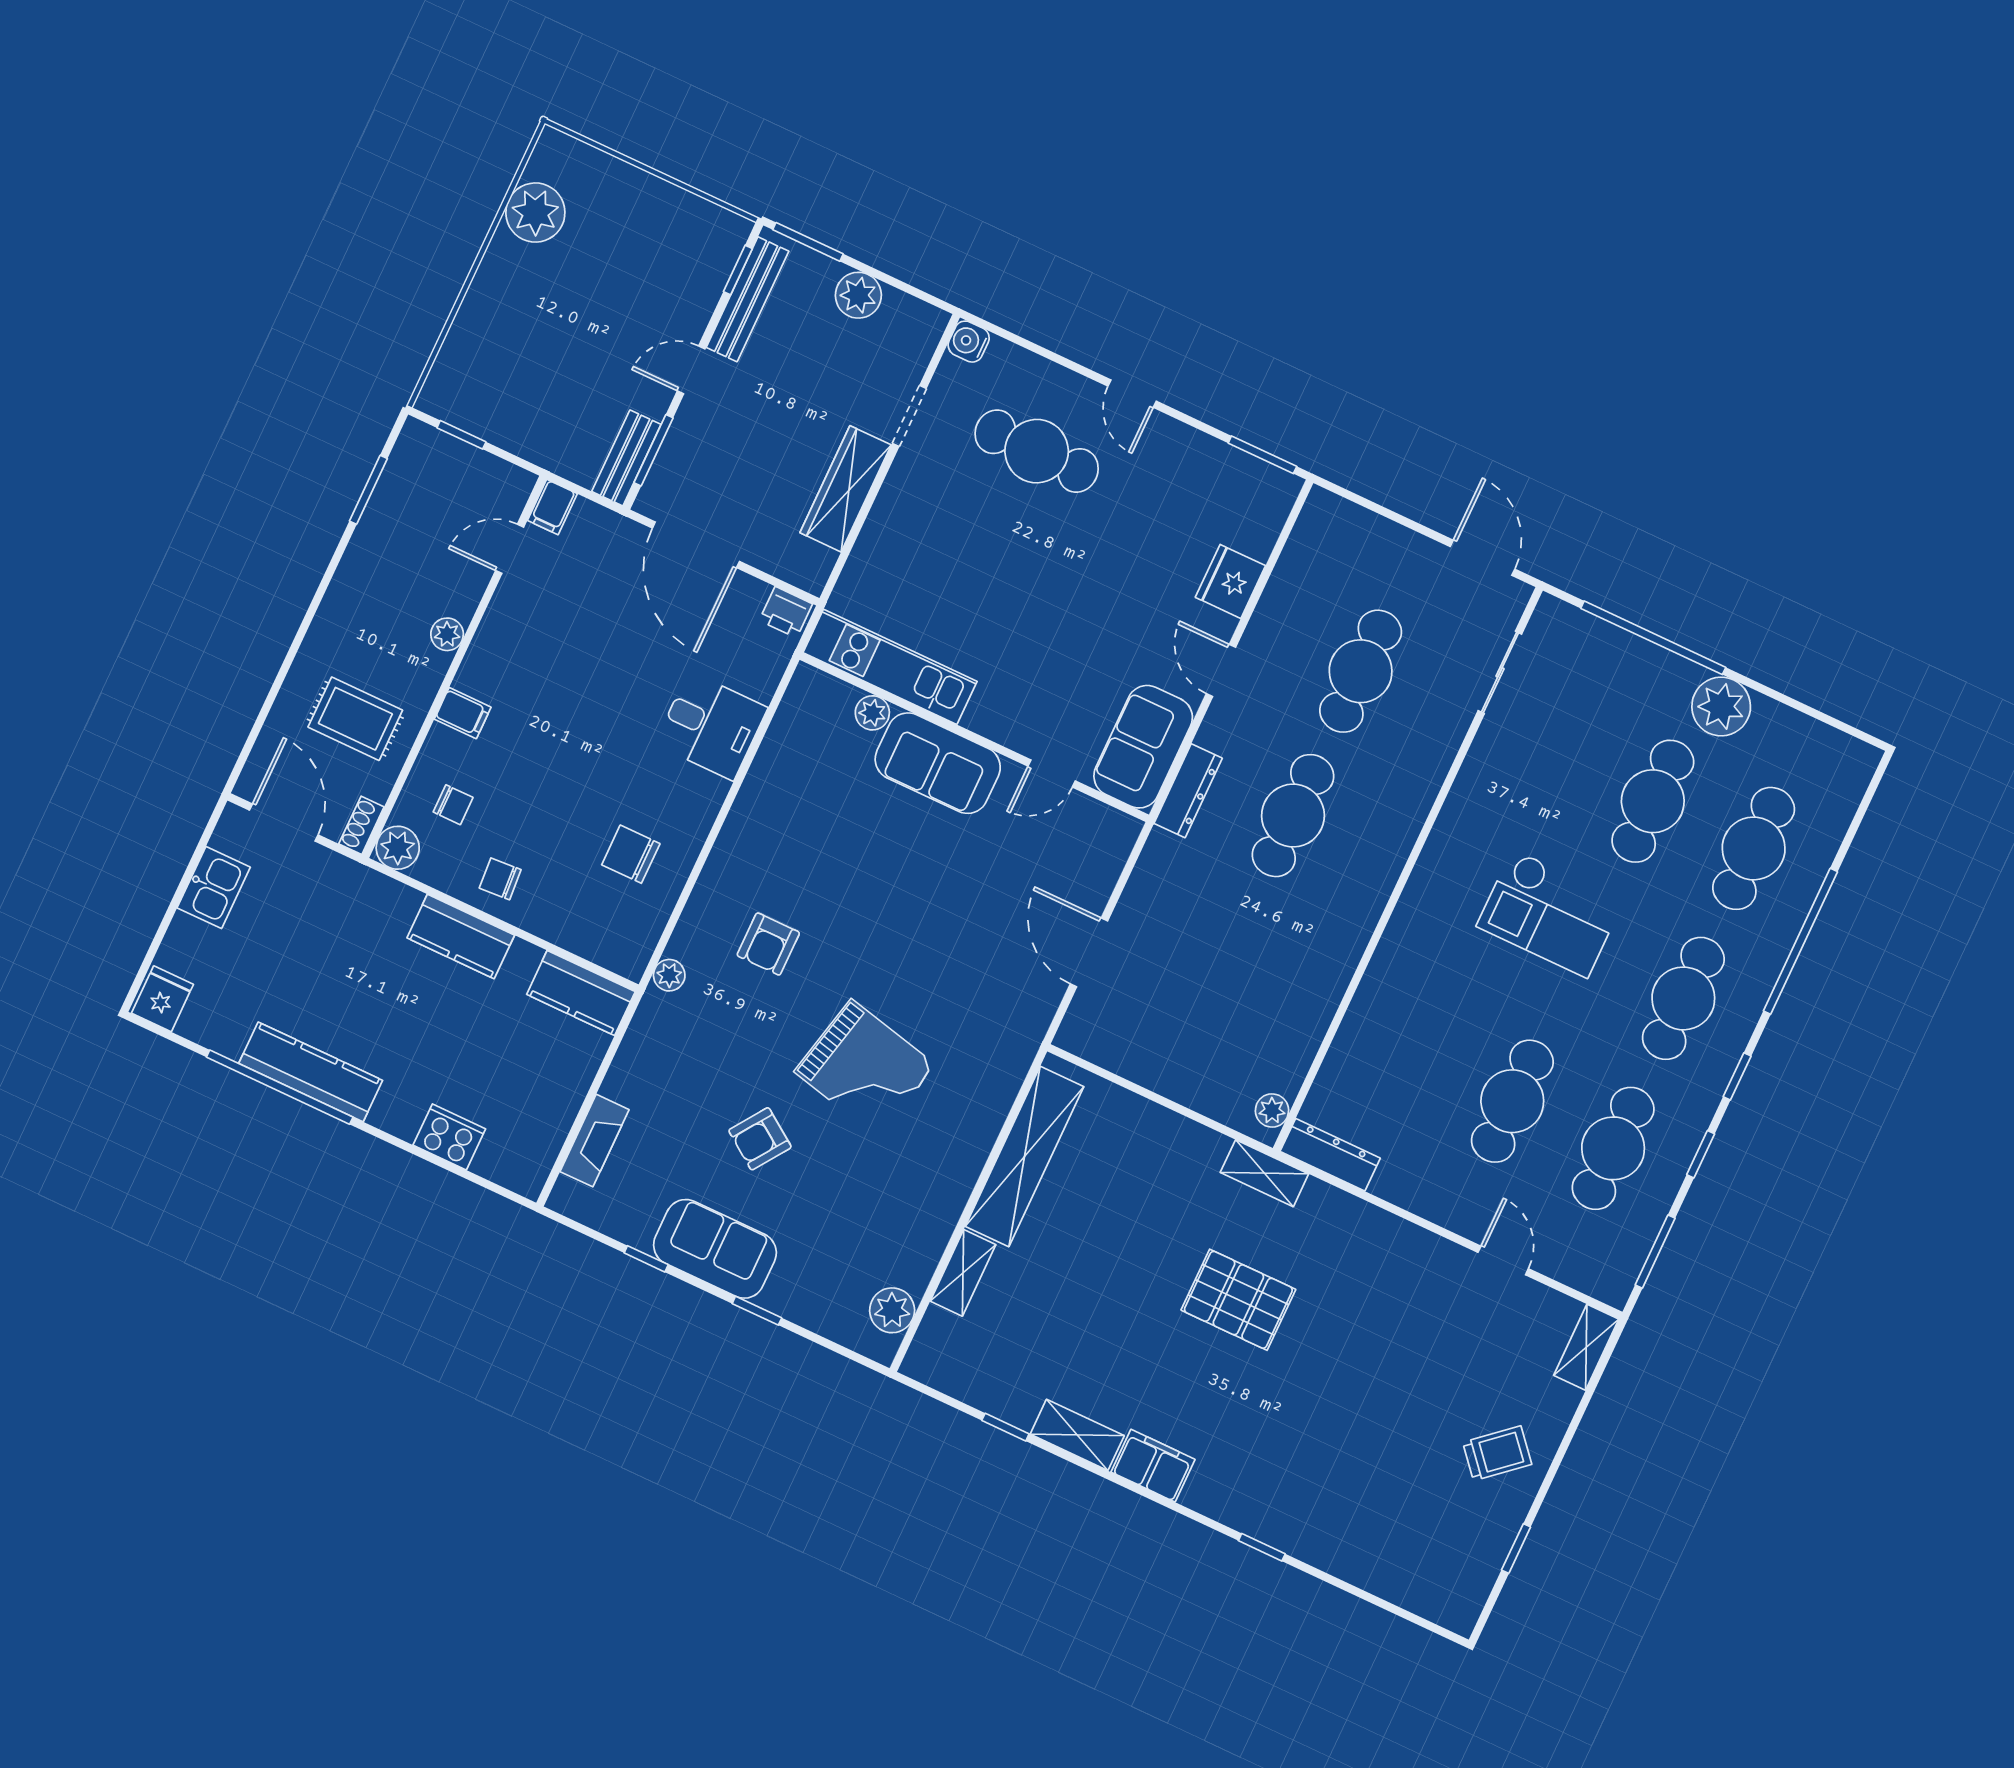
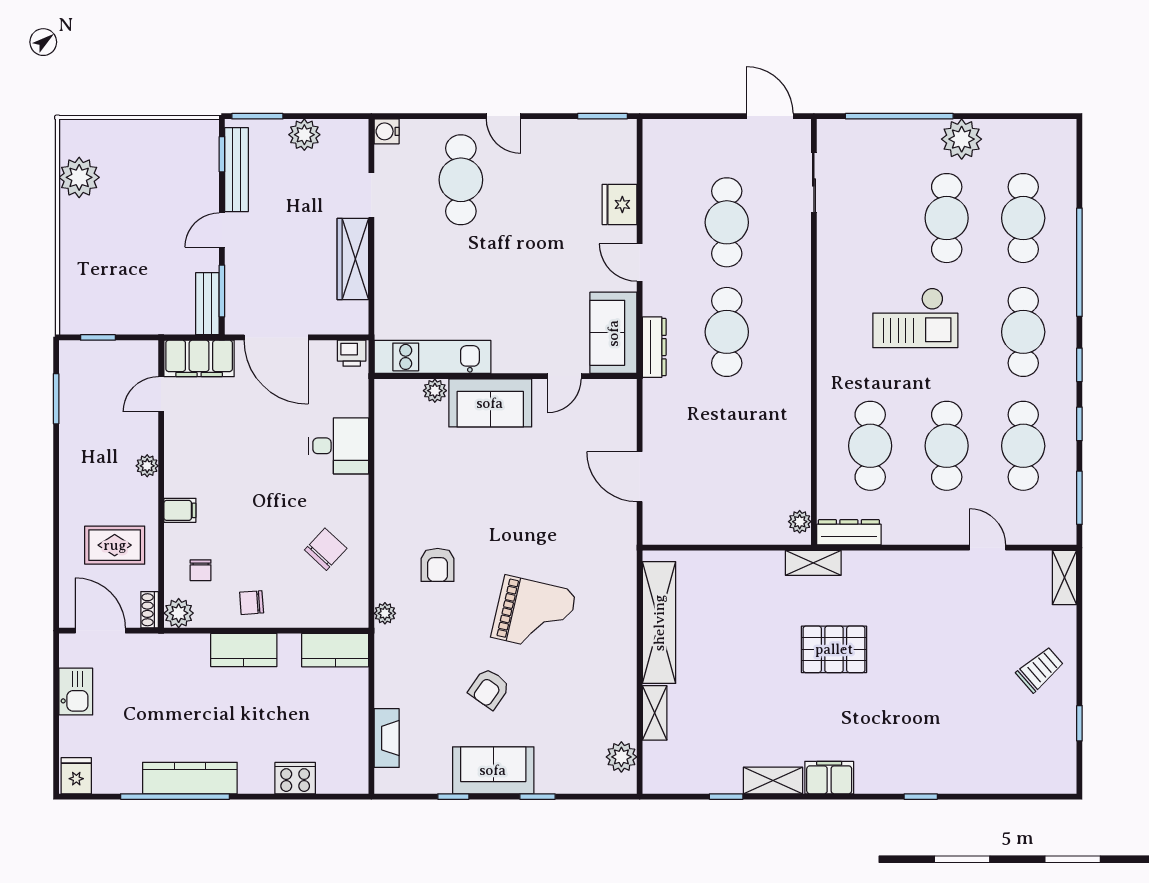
cafe table: (1037, 451) -> (461, 180), turned 90
filing cabinet: (552, 507) -> (199, 358), width x3.00, depth x1.17
chair: (453, 805) -> (201, 570), turned 90
chair: (631, 854) -> (326, 549), turned 133
cafe table: (1412, 1054) -> (870, 446), added

